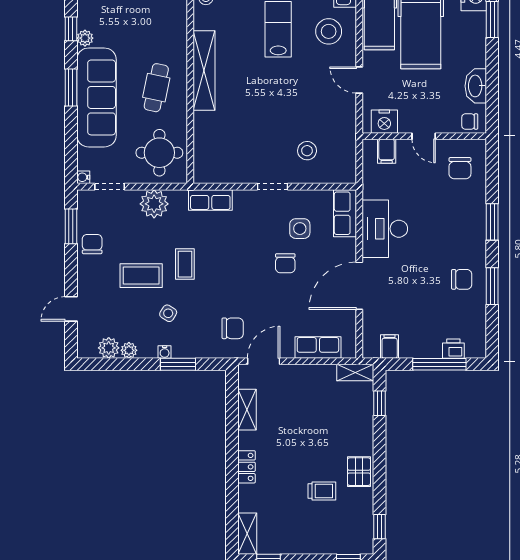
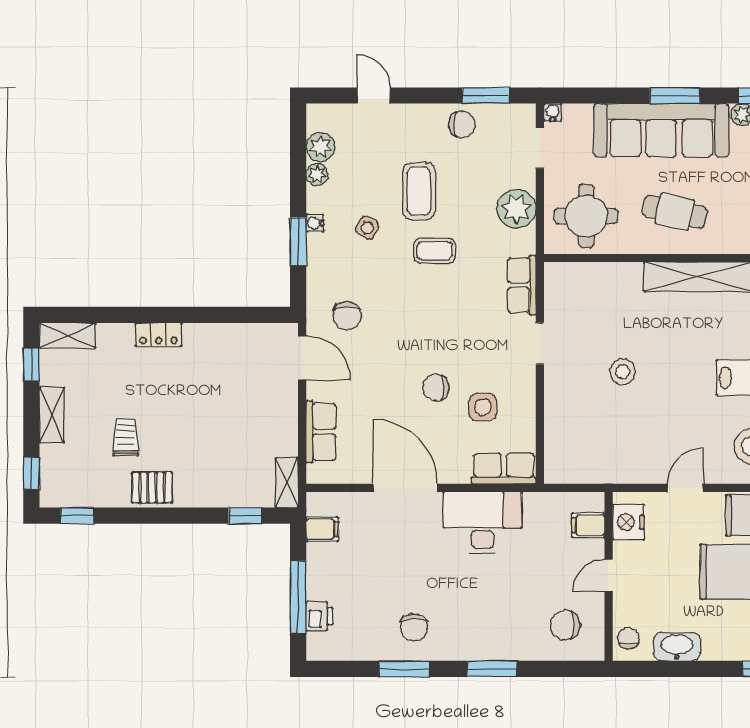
stool: (307, 151) -> (623, 372), moved
doorway: (273, 187) -> (540, 344), moved
shelving: (247, 410) -> (52, 415), moved, turned 90
trolley: (322, 491) -> (126, 437), turned 180

